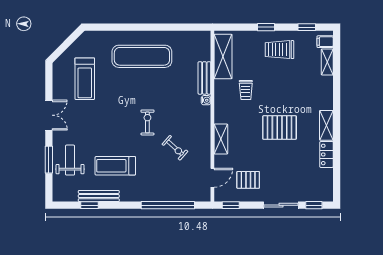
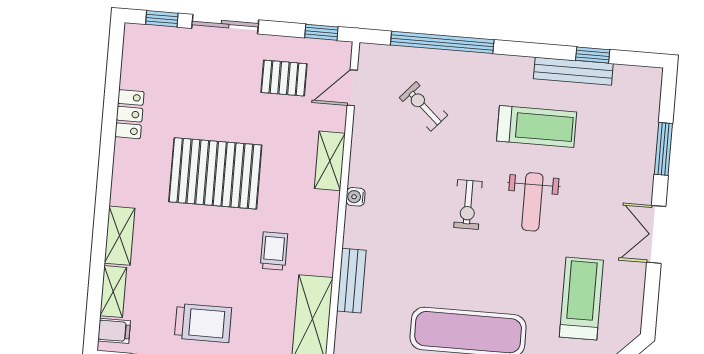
water cooler: (206, 100) -> (356, 197), moved
shelving: (326, 125) -> (120, 236), moved
pallet: (280, 128) -> (215, 173), width x1.37, depth x1.41
exercise bike: (175, 148) -> (424, 106), moved
weight bench: (70, 160) -> (532, 202), moved

